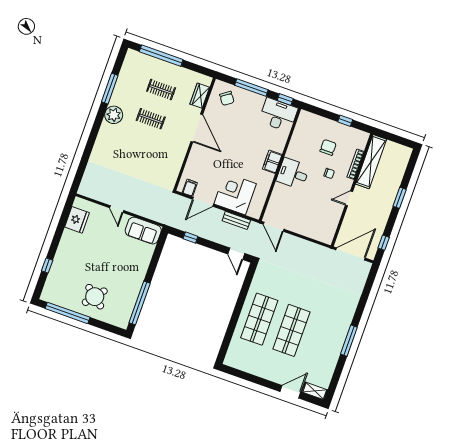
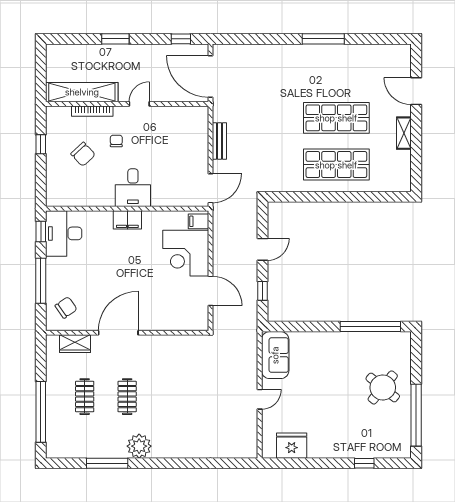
chair: (328, 147) -> (83, 154), turned -133
filing cabinet: (190, 188) -> (198, 221), moved
door: (349, 198) -> (139, 104), swing flipped
bench: (236, 220) -> (219, 141), moved
door: (236, 254) -> (262, 249), moved
shelving: (315, 391) -> (404, 133), moved

